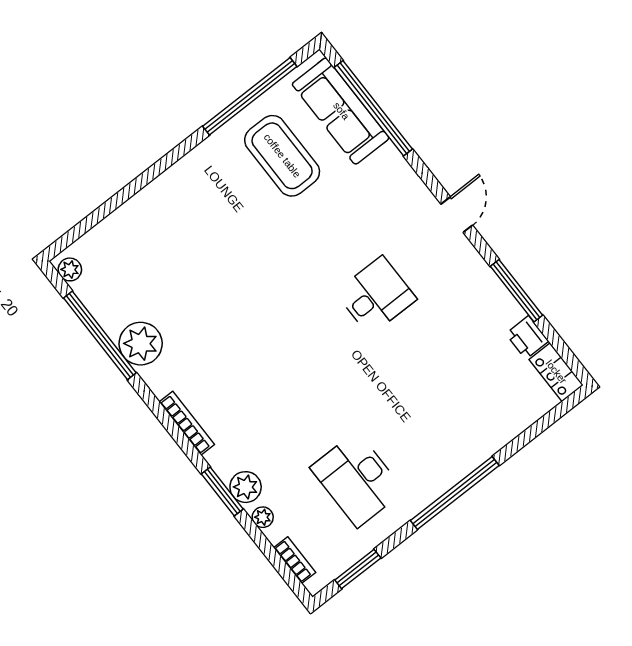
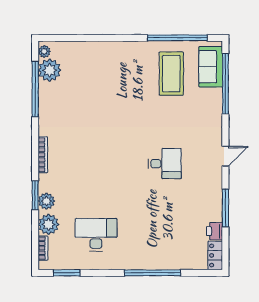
sofa: (341, 111) -> (211, 67), width x0.73
plant: (141, 344) -> (50, 70), moved
desk: (357, 479) -> (96, 235), turned 90
window: (455, 493) -> (152, 273), moved
plant: (263, 517) -> (49, 224), width x1.88, depth x1.88

